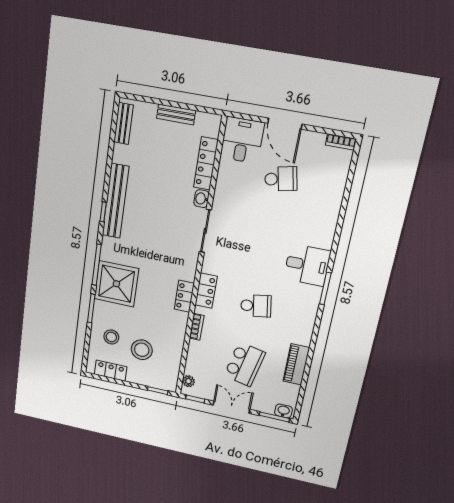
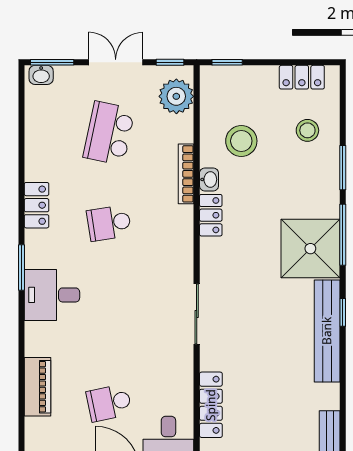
washbasin: (201, 199) -> (209, 179), moved
shower: (116, 284) -> (310, 249), moved
locker: (206, 291) -> (37, 205), moved, turned 180
bookcase: (197, 327) -> (186, 174), width x1.56
stool: (142, 350) -> (241, 141), moved
piano: (296, 365) -> (37, 387), moved
plant: (188, 381) -> (176, 96), width x1.88, depth x1.88
double door: (231, 407) -> (116, 62), swing flipped

